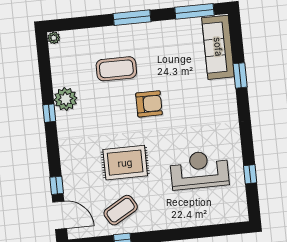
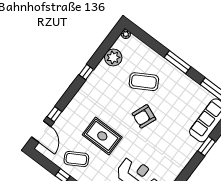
coffee table: (116, 69) -> (144, 82), turned -30
plant: (66, 99) -> (113, 58), moved
armchair: (149, 104) -> (144, 116), turned 112

